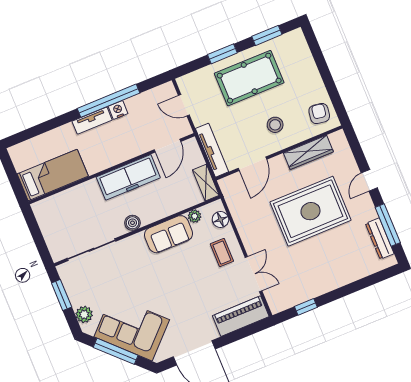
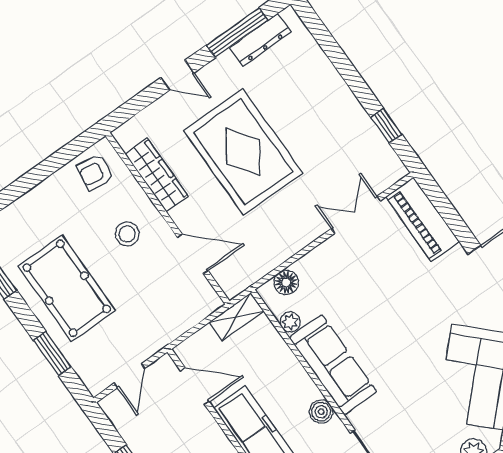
window: (222, 54) -> (52, 354), moved
tv unit: (212, 150) -> (186, 319), removed
sofa: (169, 234) -> (333, 365), width x1.36
coffee table: (222, 253) -> (335, 269), removed

